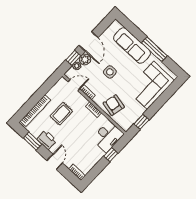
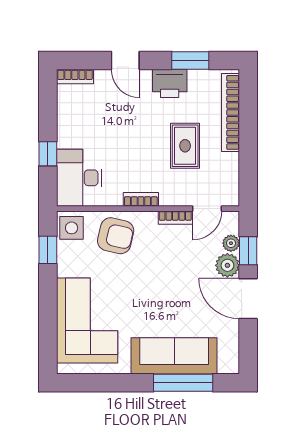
window: (154, 49) -> (183, 383), moved
side table: (110, 72) -> (72, 228), moved

